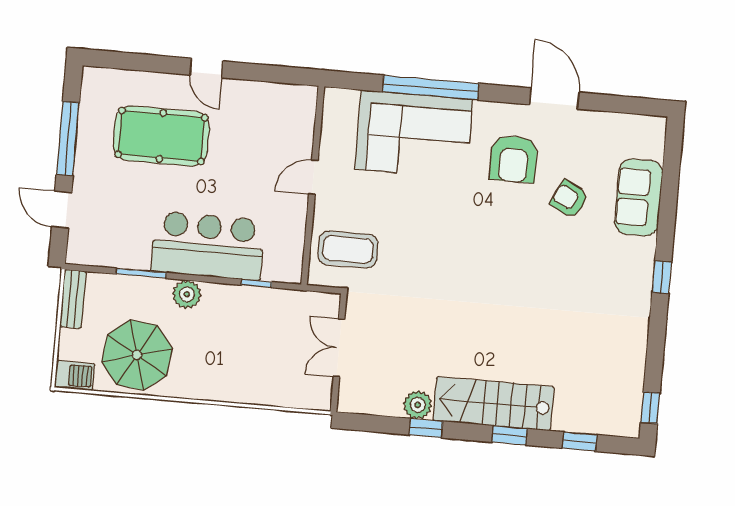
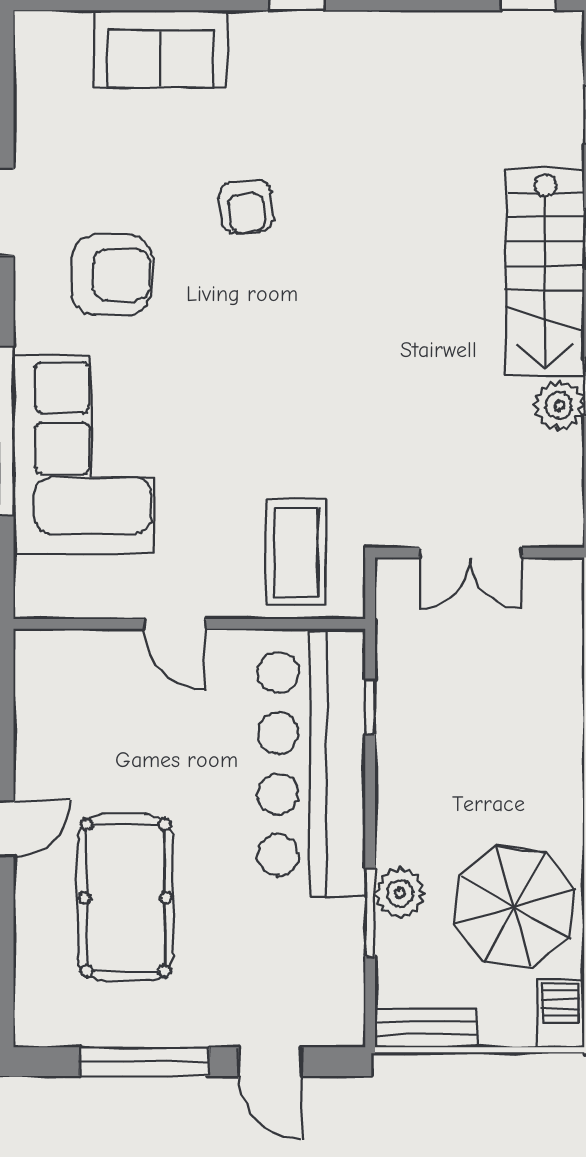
armchair: (569, 199) -> (246, 207), moved, turned -32
door: (62, 210) -> (270, 1062), hinge flipped
bar counter: (208, 246) -> (312, 764), width x1.36
plant: (187, 294) -> (400, 893), moved

